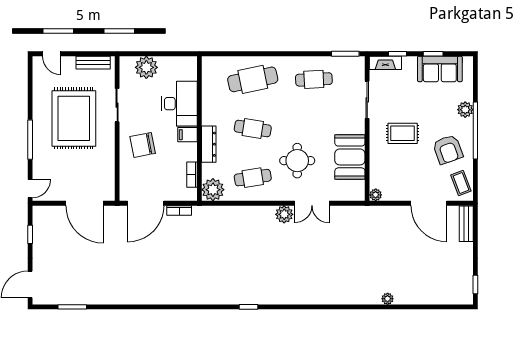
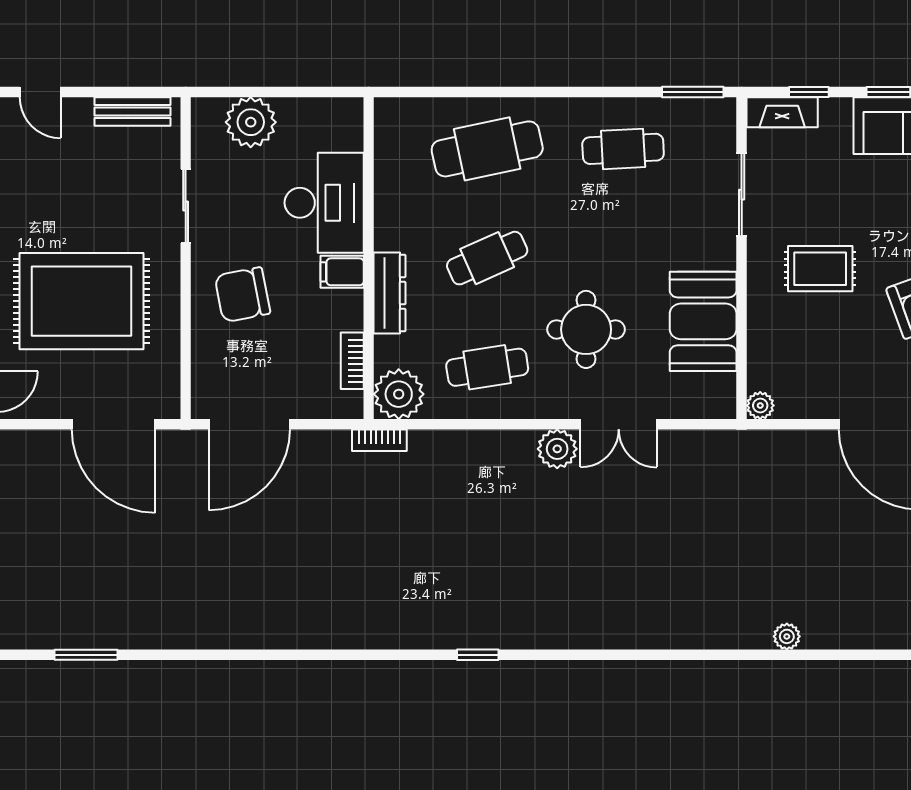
rug: (74, 118) -> (82, 301), moved, turned 90
cafe table: (253, 129) -> (487, 258), turned -33
bookcase: (179, 210) -> (379, 440), moved

